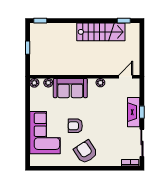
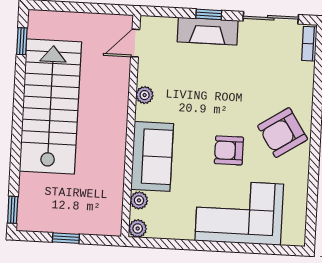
stairs: (101, 32) -> (50, 106), width x1.36, depth x1.51
door: (126, 77) -> (135, 43), hinge flipped
armchair: (75, 126) -> (229, 150), turned 90

